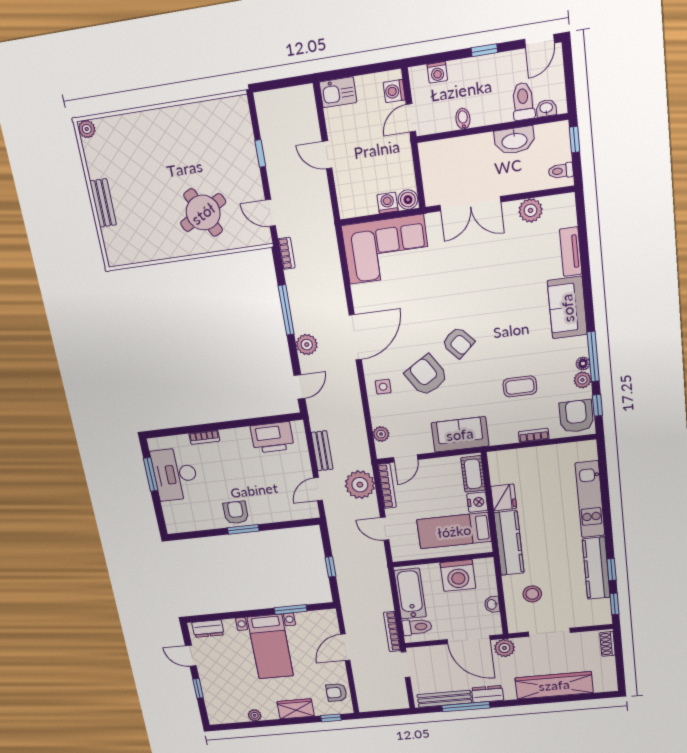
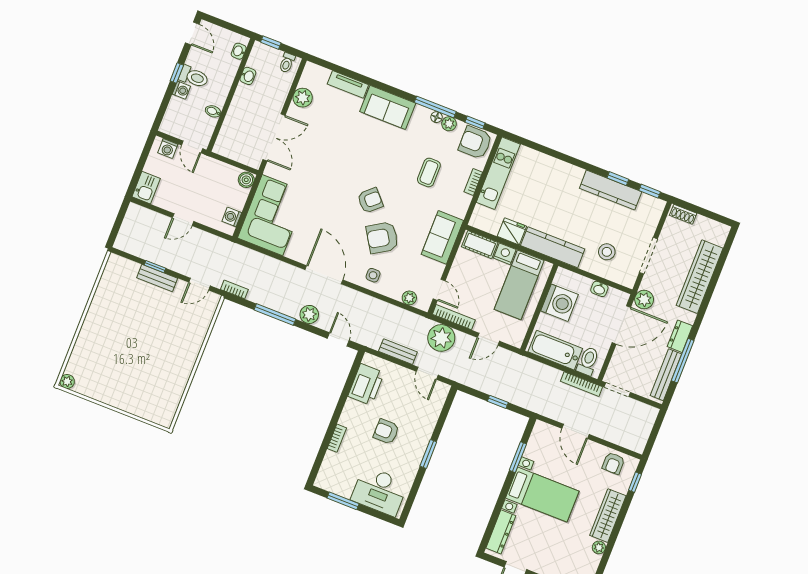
washing machine: (437, 72) -> (181, 90), moved
toilet: (523, 101) -> (194, 77), moved, turned 180
washbasin: (514, 140) -> (248, 76), width x0.52, depth x0.69
bench: (103, 203) -> (157, 278), moved
washing machine: (387, 203) -> (232, 217), moved
round table: (203, 213) -> (171, 333), removed
desk: (175, 474) -> (379, 491), moved
kitchen unit: (590, 499) -> (498, 173), moved, turned -90
armchair: (236, 513) -> (386, 432), moved
dresser: (208, 629) -> (501, 532), width x1.44
wardrobe: (296, 709) -> (608, 516), width x1.50

